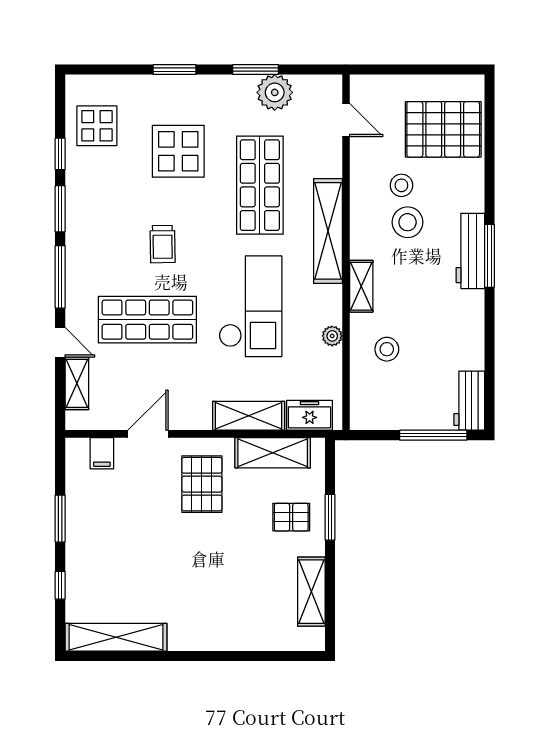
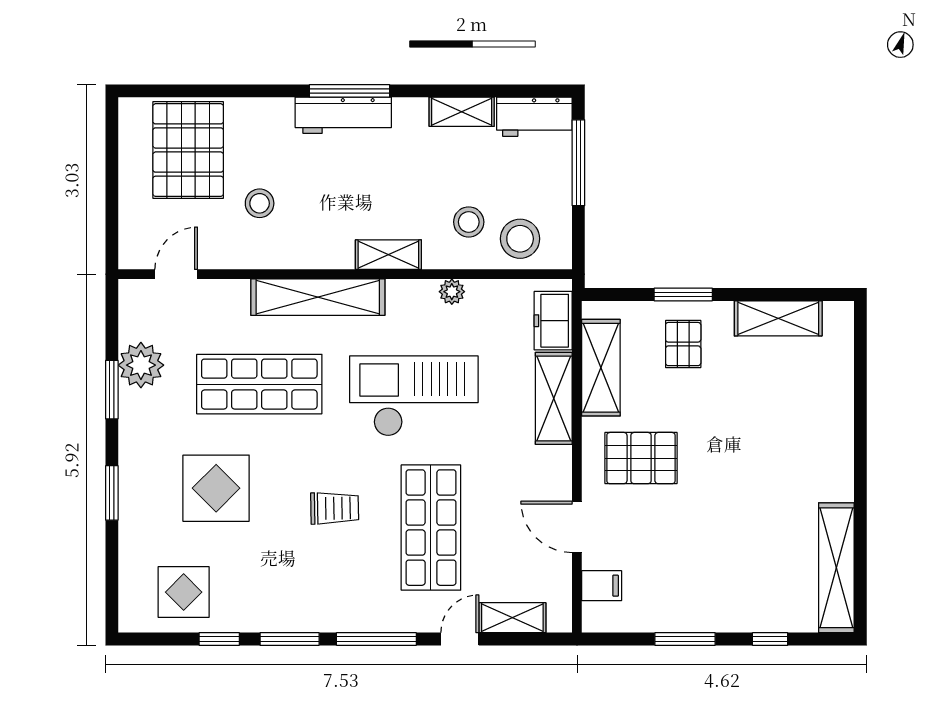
stool: (408, 222) -> (520, 239), moved
shelving: (473, 344) -> (462, 112), added

